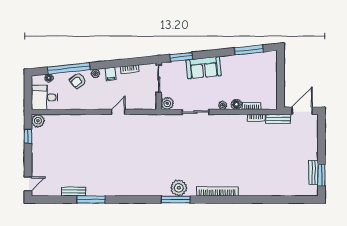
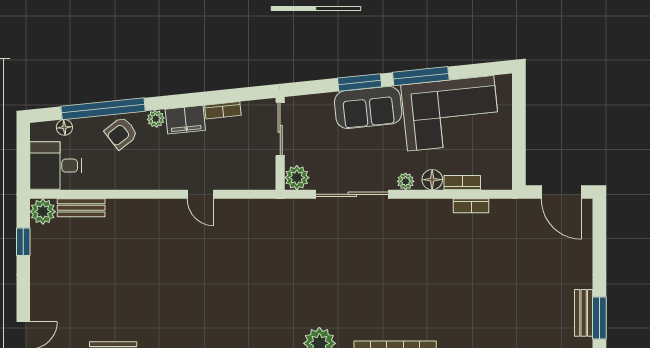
window: (249, 50) -> (421, 76), moved
window: (181, 57) -> (360, 82), moved
corner sofa: (246, 71) -> (451, 113), added
filing cabinet: (111, 74) -> (185, 120), width x2.00
door: (302, 111) -> (561, 192), swing flipped
door: (118, 112) -> (201, 194), swing flipped
sliding door: (196, 112) -> (352, 194), width x1.37
bench: (278, 119) -> (81, 208), moved

